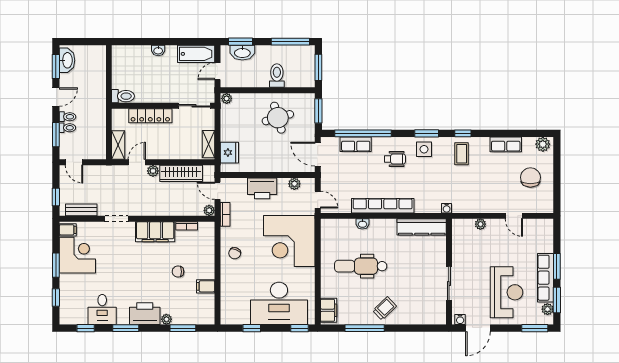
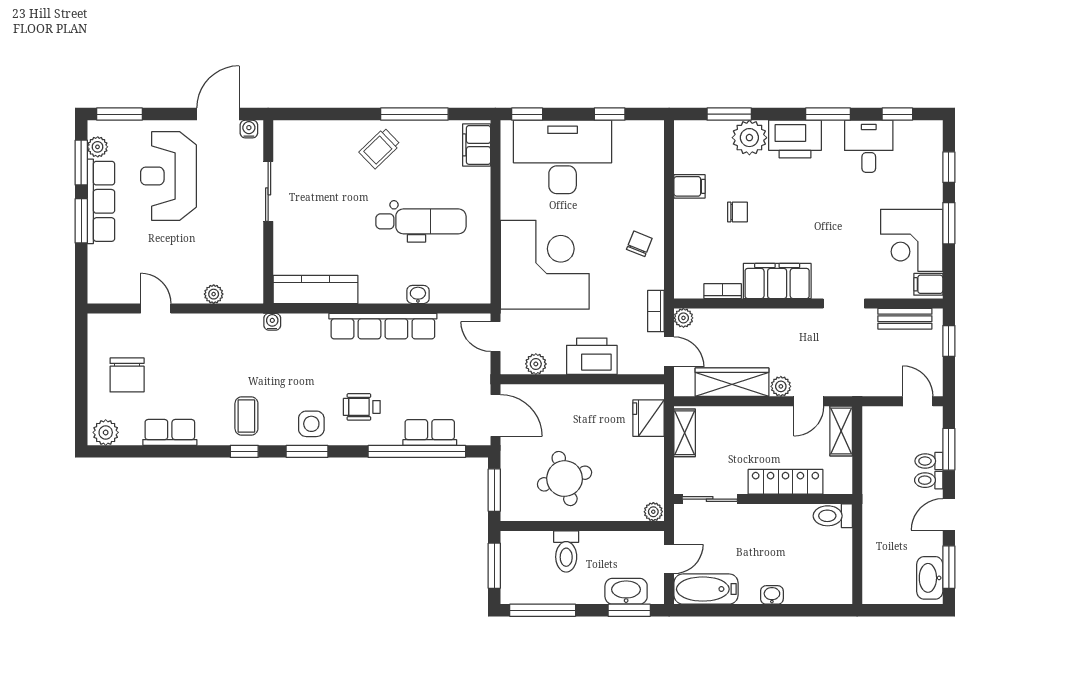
plant: (166, 319) -> (749, 138), width x1.88, depth x1.88

